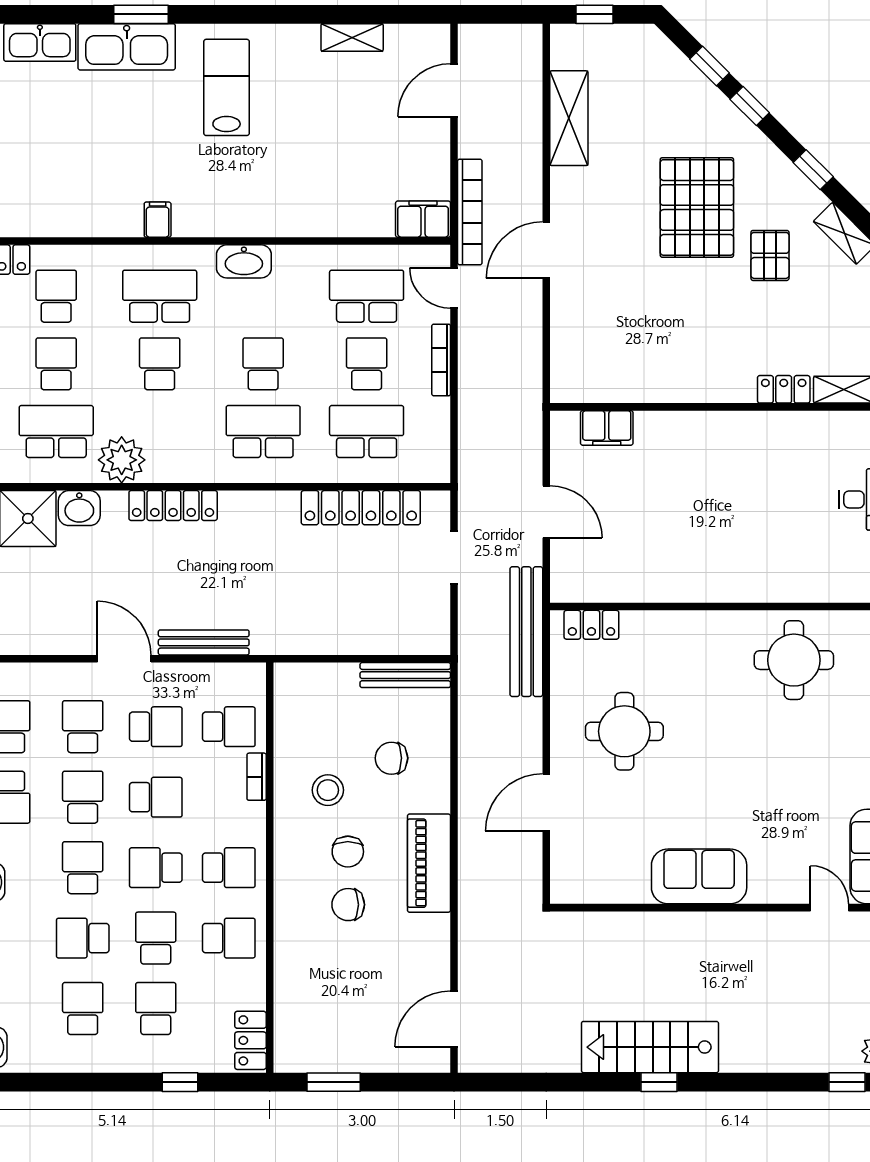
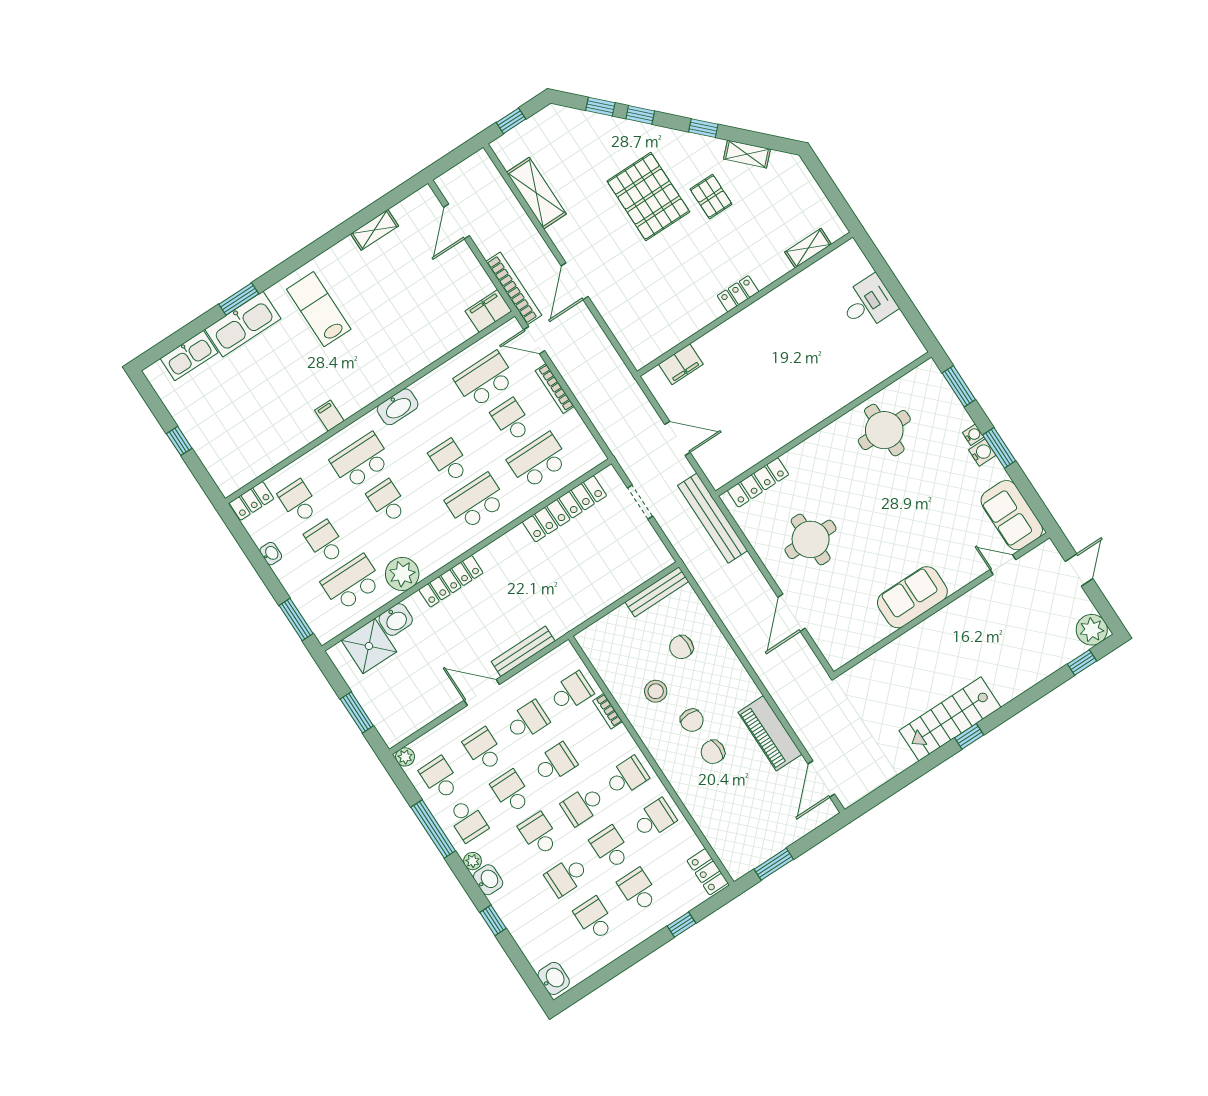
locker: (784, 389) -> (738, 294), moved
locker: (591, 625) -> (758, 482), width x1.53
piano: (429, 863) -> (770, 733), moved

